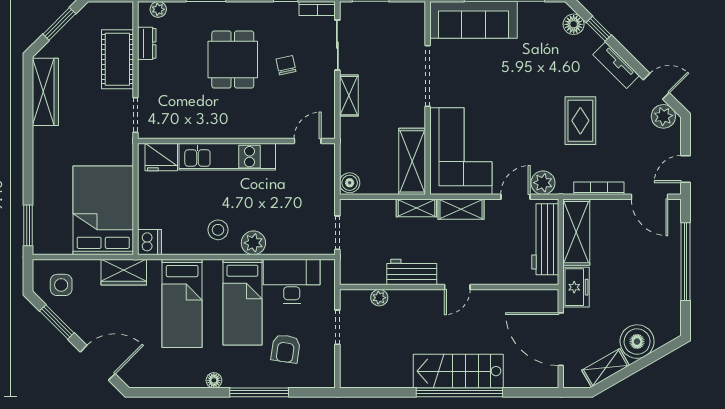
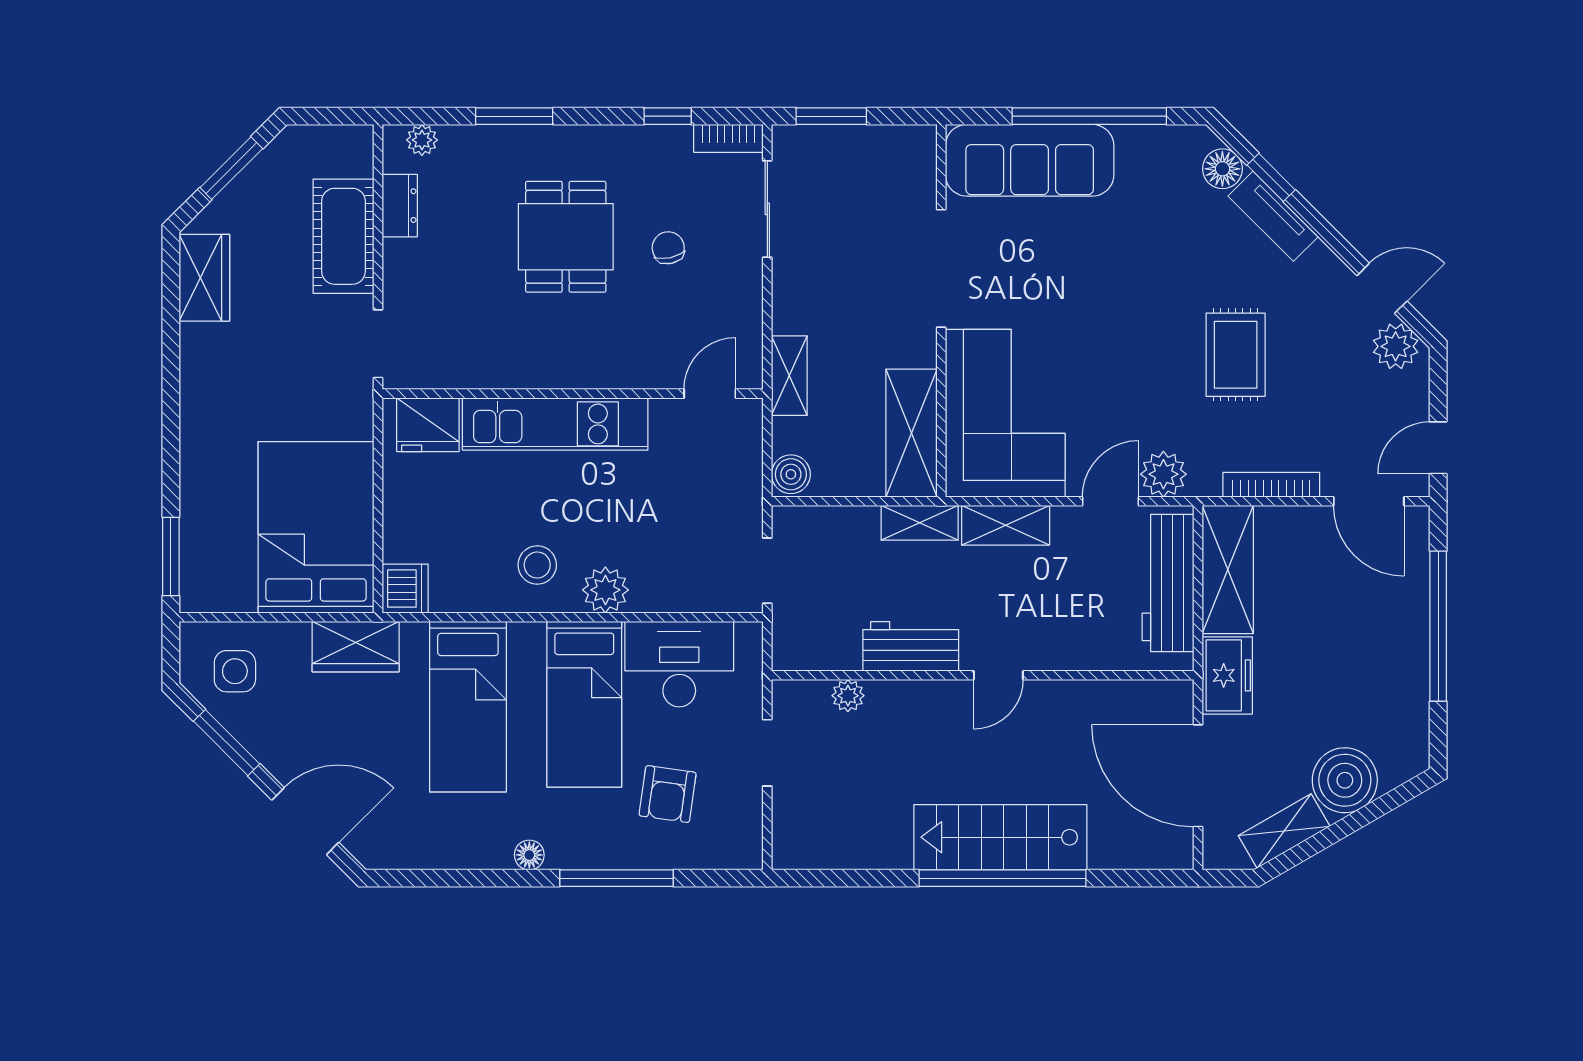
tv unit: (616, 65) -> (1273, 216), moved
wardrobe: (45, 92) -> (204, 278), width x0.67
shelving: (349, 96) -> (789, 376), moved

